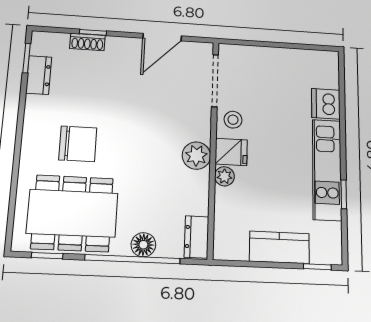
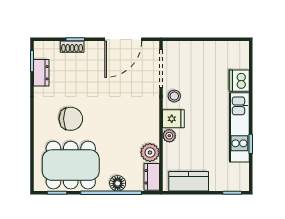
door: (162, 37) -> (123, 39), width x1.36
plant: (196, 156) -> (150, 152), moved
kitchen counter: (279, 247) -> (189, 181), moved

